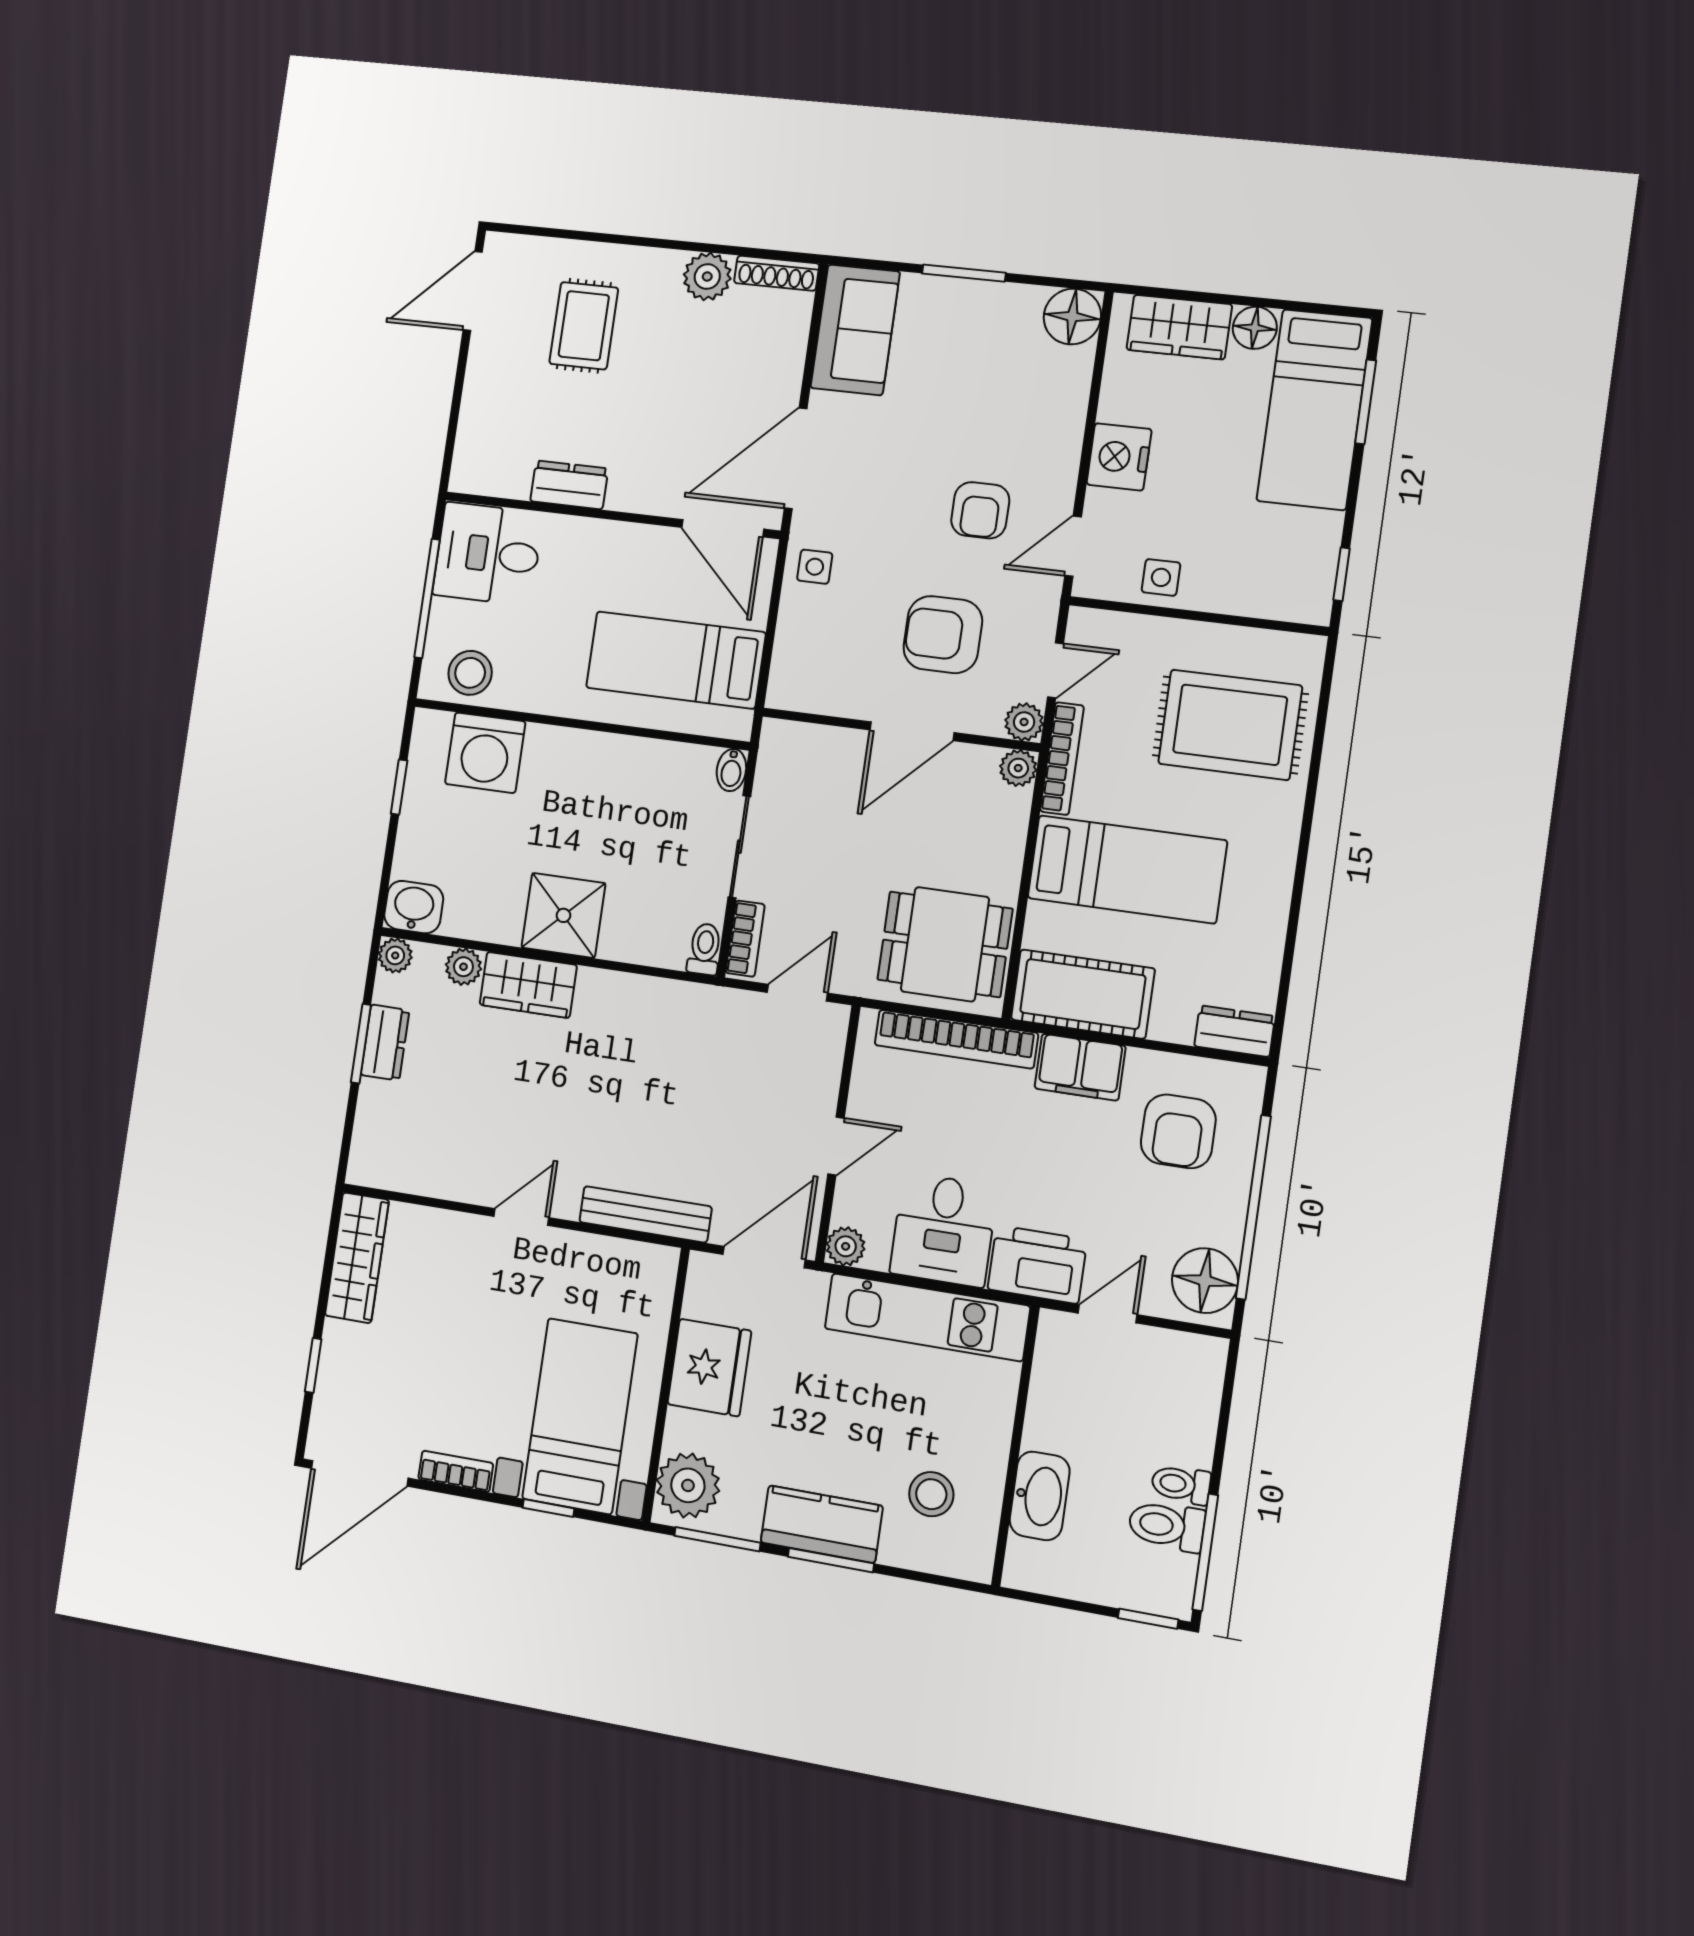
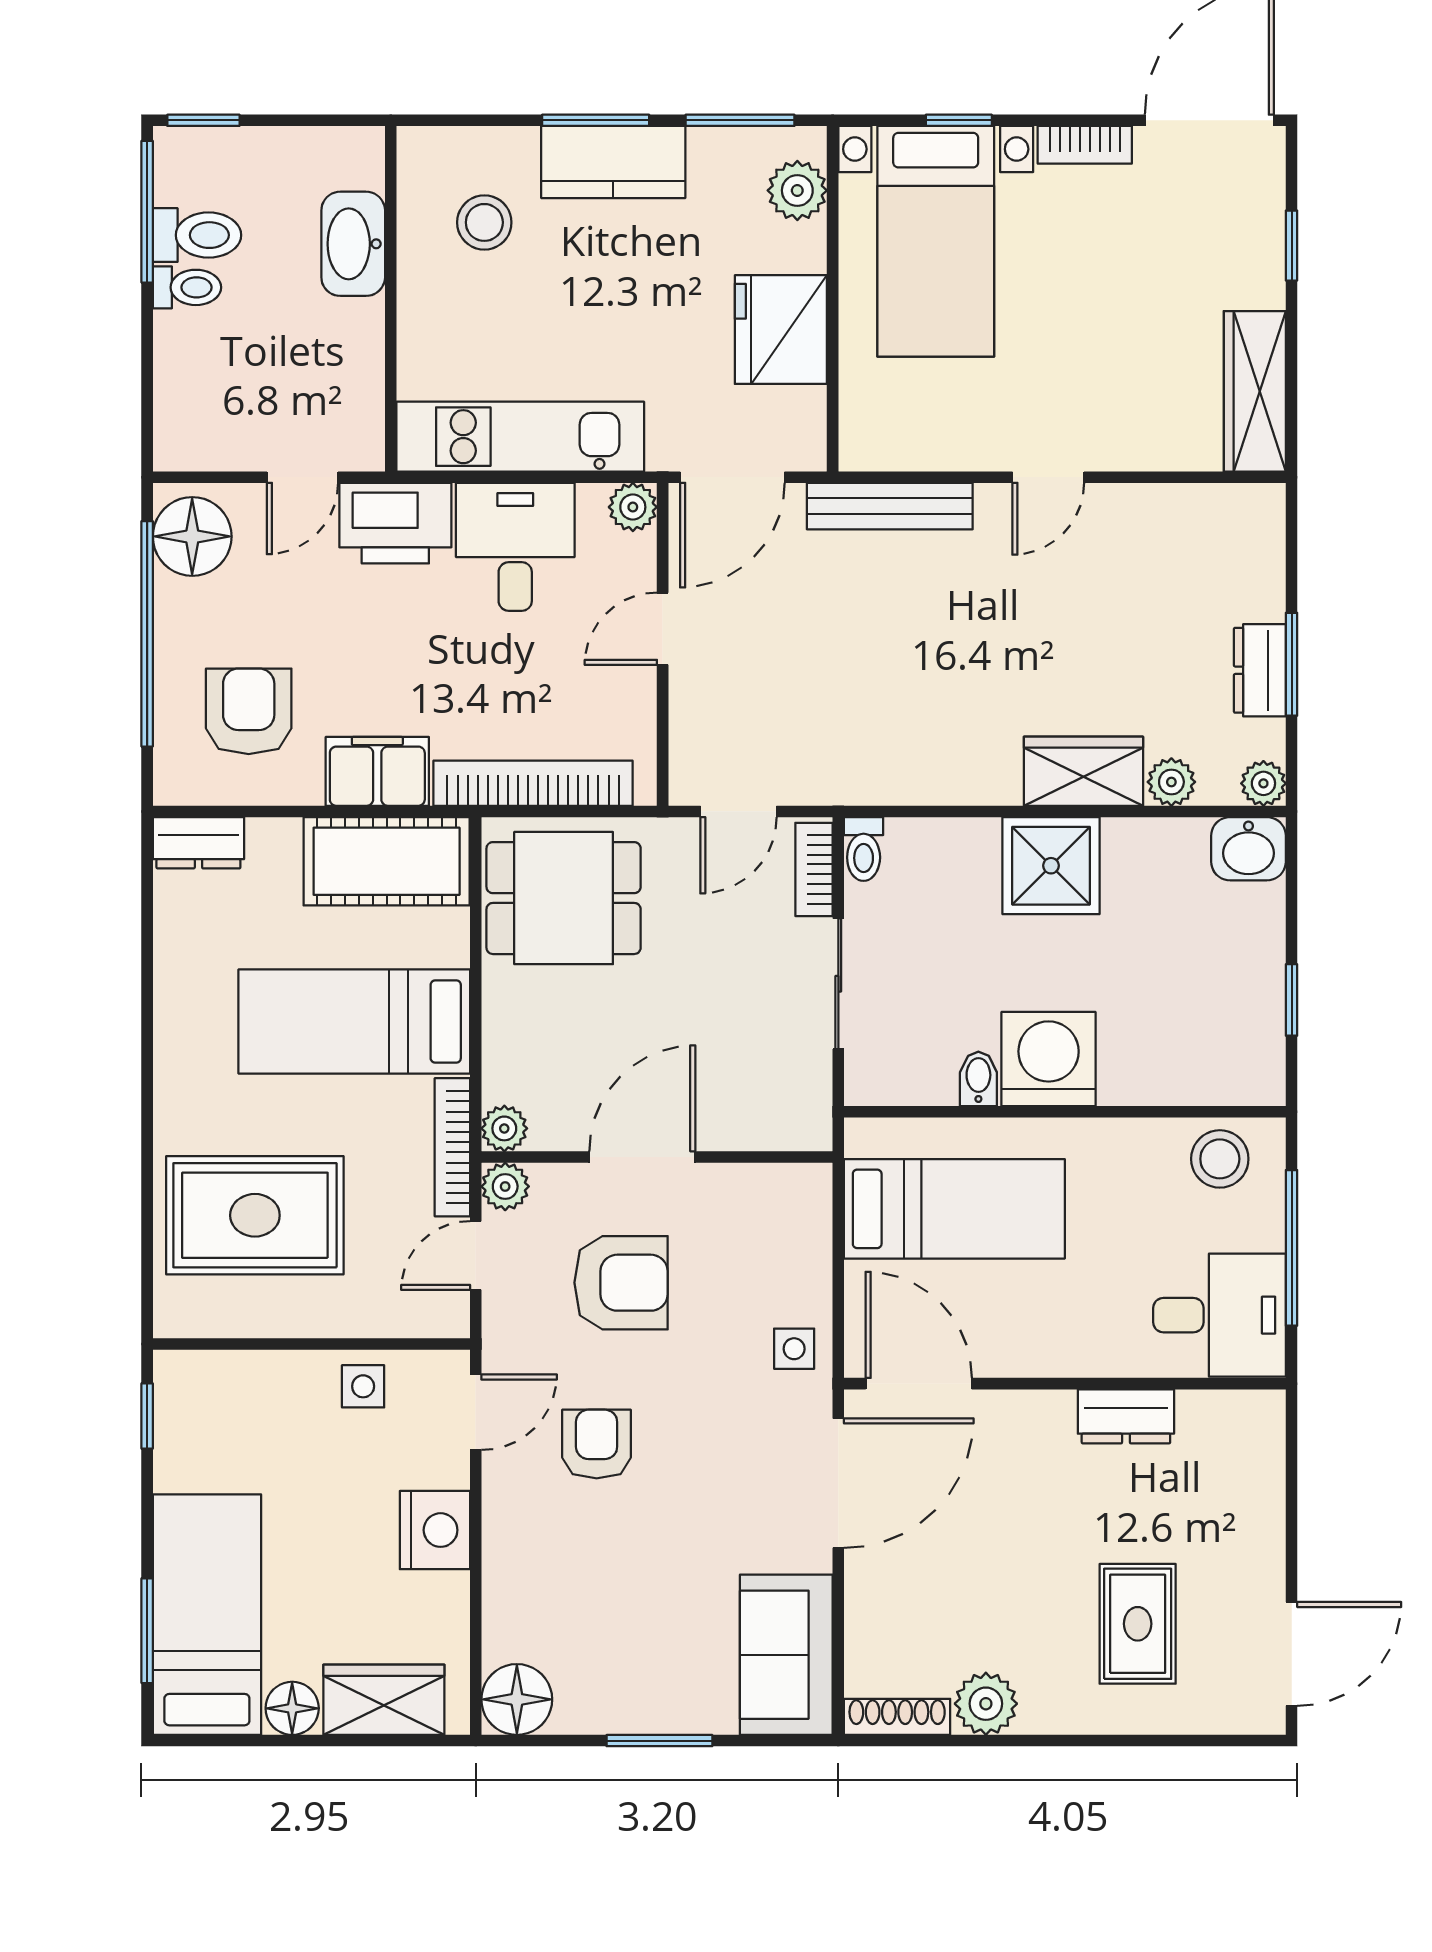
washing machine: (485, 753) -> (1049, 1059), moved
bidet: (731, 770) -> (978, 1079), moved
plant: (688, 1485) -> (797, 190), width x0.73, depth x0.73

